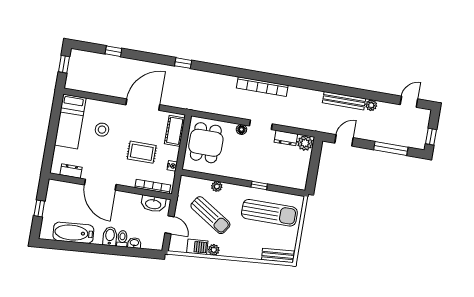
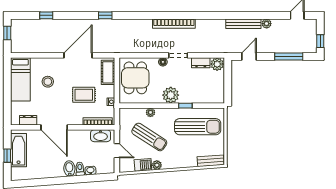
plant: (244, 170) -> (171, 95), added
bathtub: (73, 233) -> (19, 150), moved, turned 94

